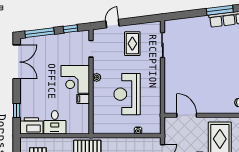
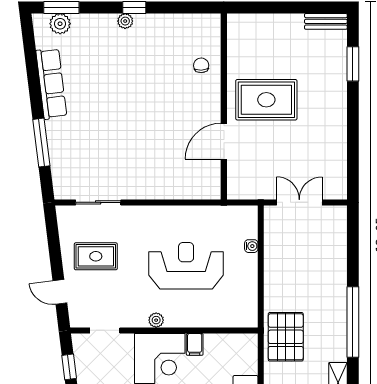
window: (220, 10) -> (41, 143), moved
reception desk: (127, 94) -> (186, 266), turned 180
door: (187, 115) -> (224, 141), moved

